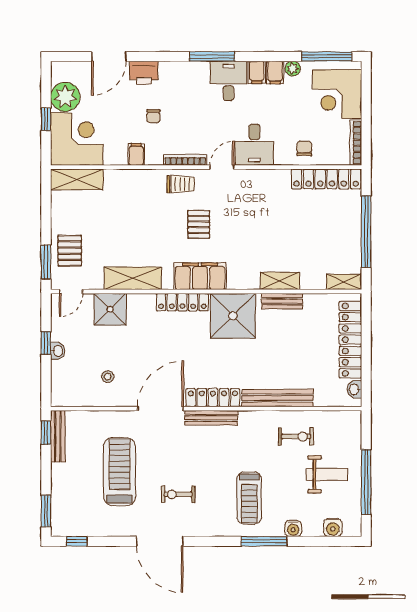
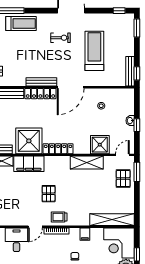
shelving: (77, 179) -> (112, 220), width x1.47
filing cabinet: (200, 276) -> (29, 164), moved
treadmill: (120, 472) -> (94, 51), turned 180
treadmill: (249, 498) -> (21, 23), moved, turned 90

